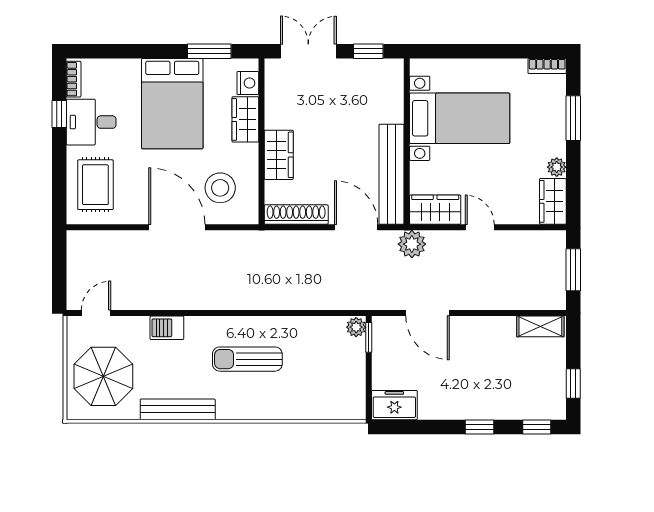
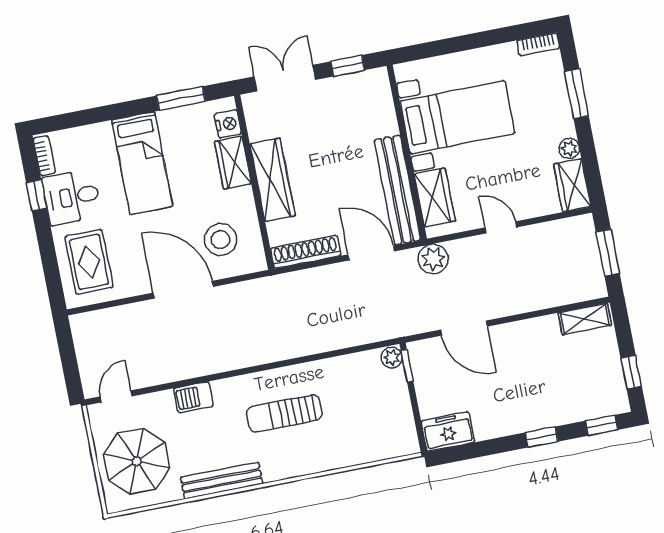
bed: (172, 104) -> (142, 163), width x0.67
wardrobe: (279, 155) -> (273, 180), width x1.50
wardrobe: (435, 210) -> (435, 197), moved, turned 90

